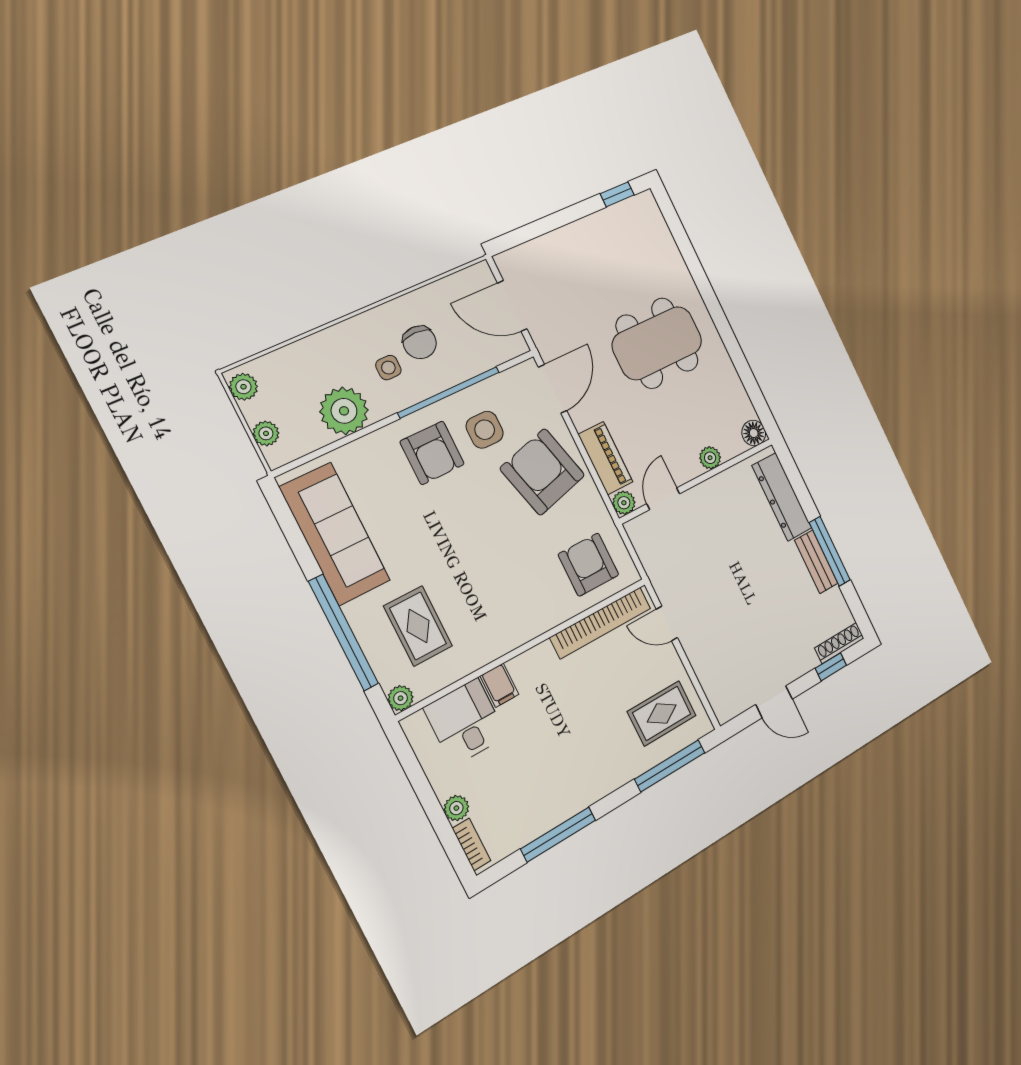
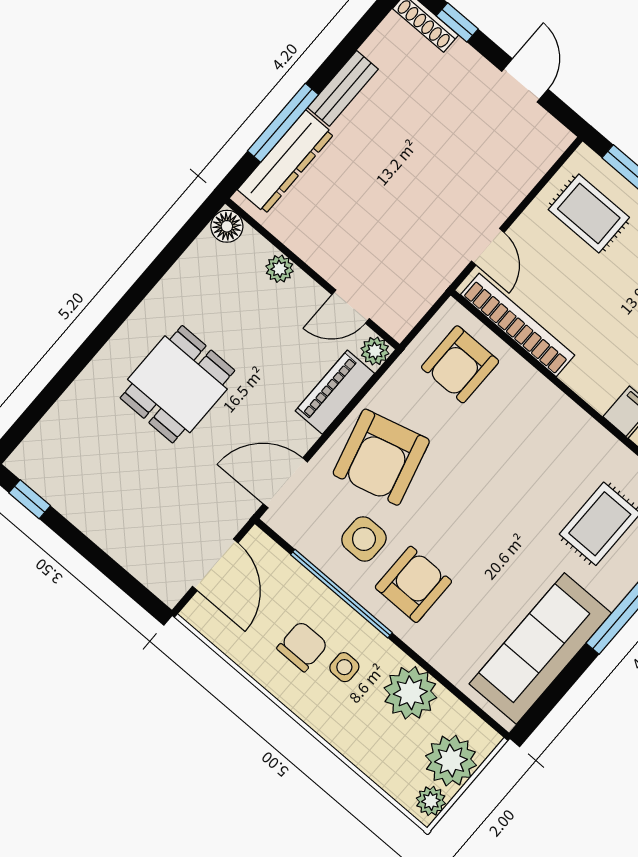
dining table: (657, 343) -> (177, 384), width x0.73
plant: (266, 433) -> (451, 761), width x1.88, depth x1.88
window: (830, 551) -> (283, 123), moved

